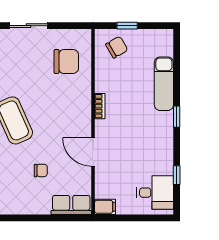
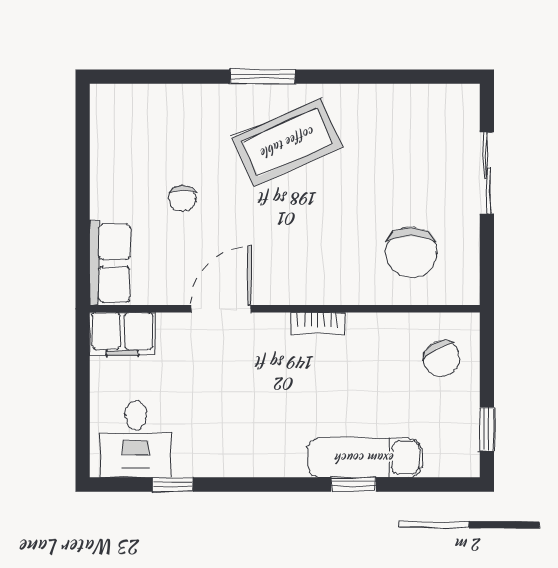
window: (127, 26) -> (487, 429), moved
window: (177, 117) -> (354, 485), moved
filing cabinet: (105, 207) -> (122, 334), width x2.00

